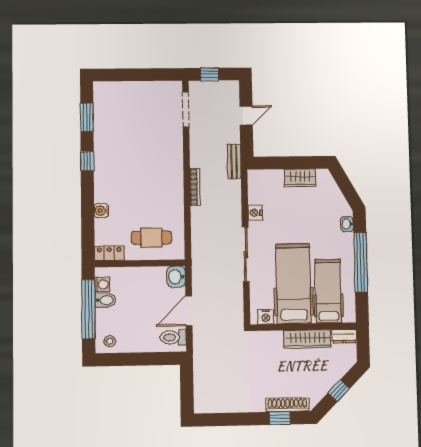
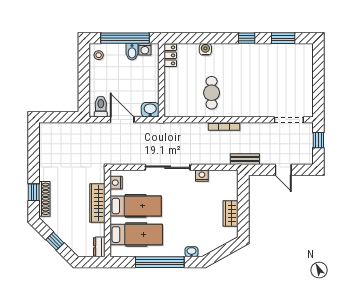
cafe table: (151, 238) -> (212, 93), moved
hospital bed: (293, 284) -> (136, 206), width x0.73, depth x0.78
wardrobe: (307, 339) -> (97, 203), moved

